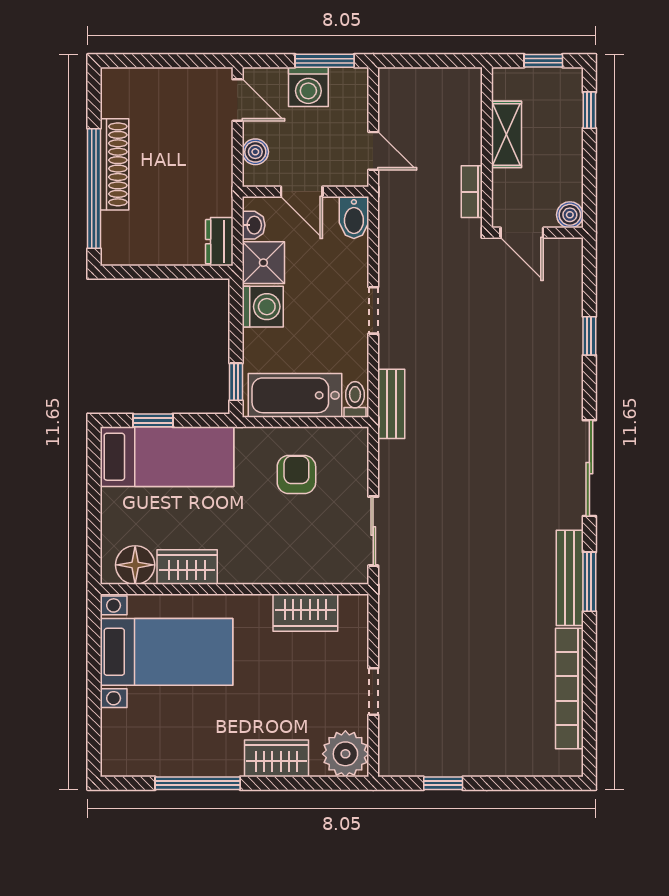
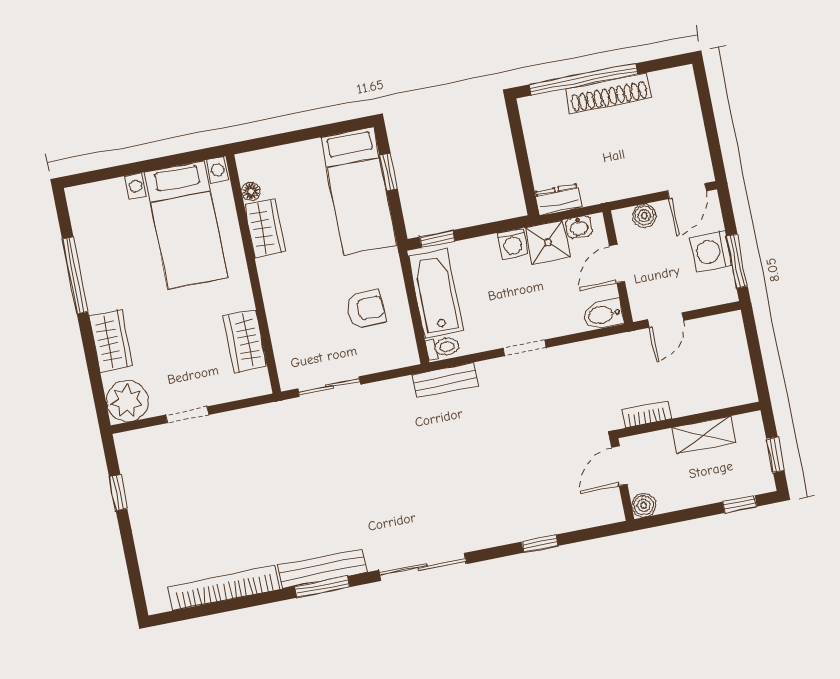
washing machine: (263, 307) -> (512, 243), width x0.73, depth x0.73
floor lamp: (135, 565) -> (251, 191), width x0.53, depth x0.53

